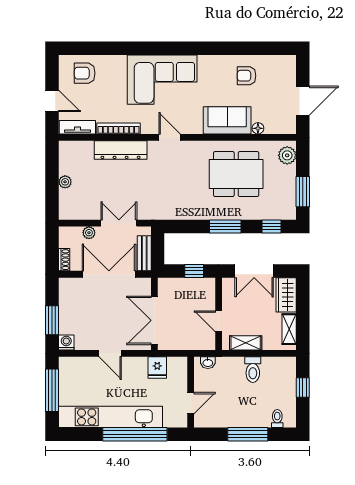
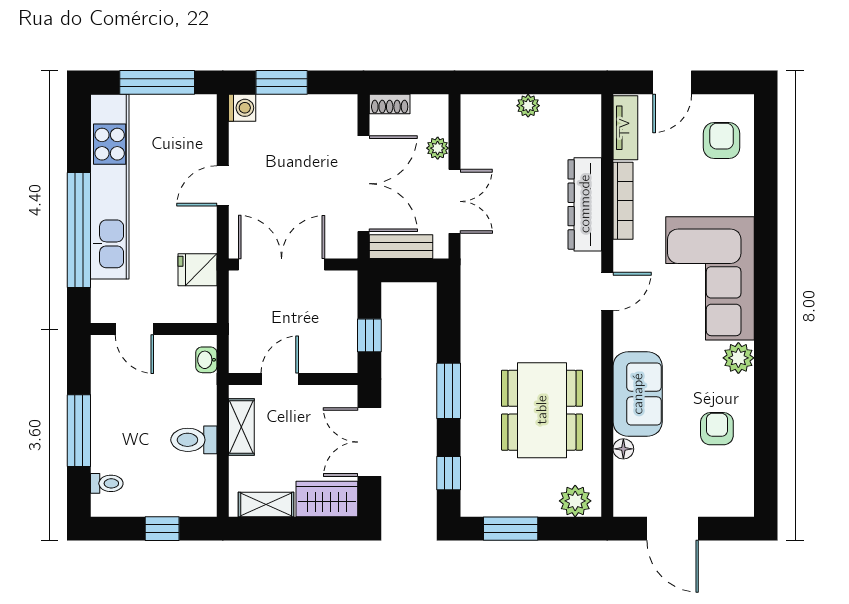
plant: (207, 64) -> (738, 358), added

